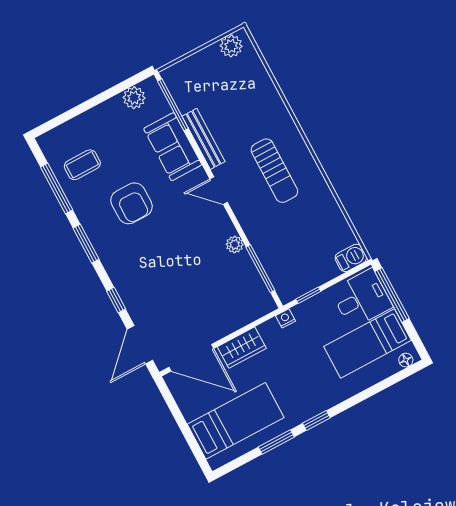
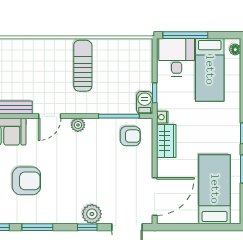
sun lounger: (274, 171) -> (83, 66), moved, turned -90
plant: (235, 244) -> (78, 125), moved
barbecue: (351, 258) -> (145, 103), moved
armchair: (245, 294) -> (130, 136), added
plant: (134, 297) -> (92, 214), added
wardrobe: (242, 348) -> (166, 141), moved

